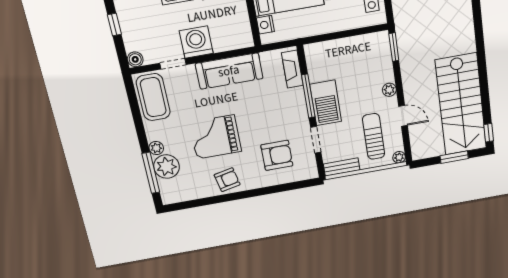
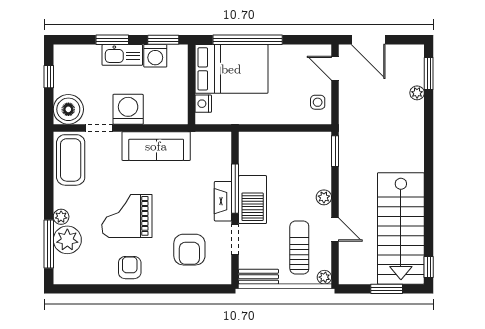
boiler: (135, 59) -> (68, 109), width x1.86, depth x1.86
fireplace: (292, 69) -> (223, 201), moved
armchair: (277, 155) -> (189, 250), turned 90
armchair: (227, 180) -> (130, 268), turned -78

